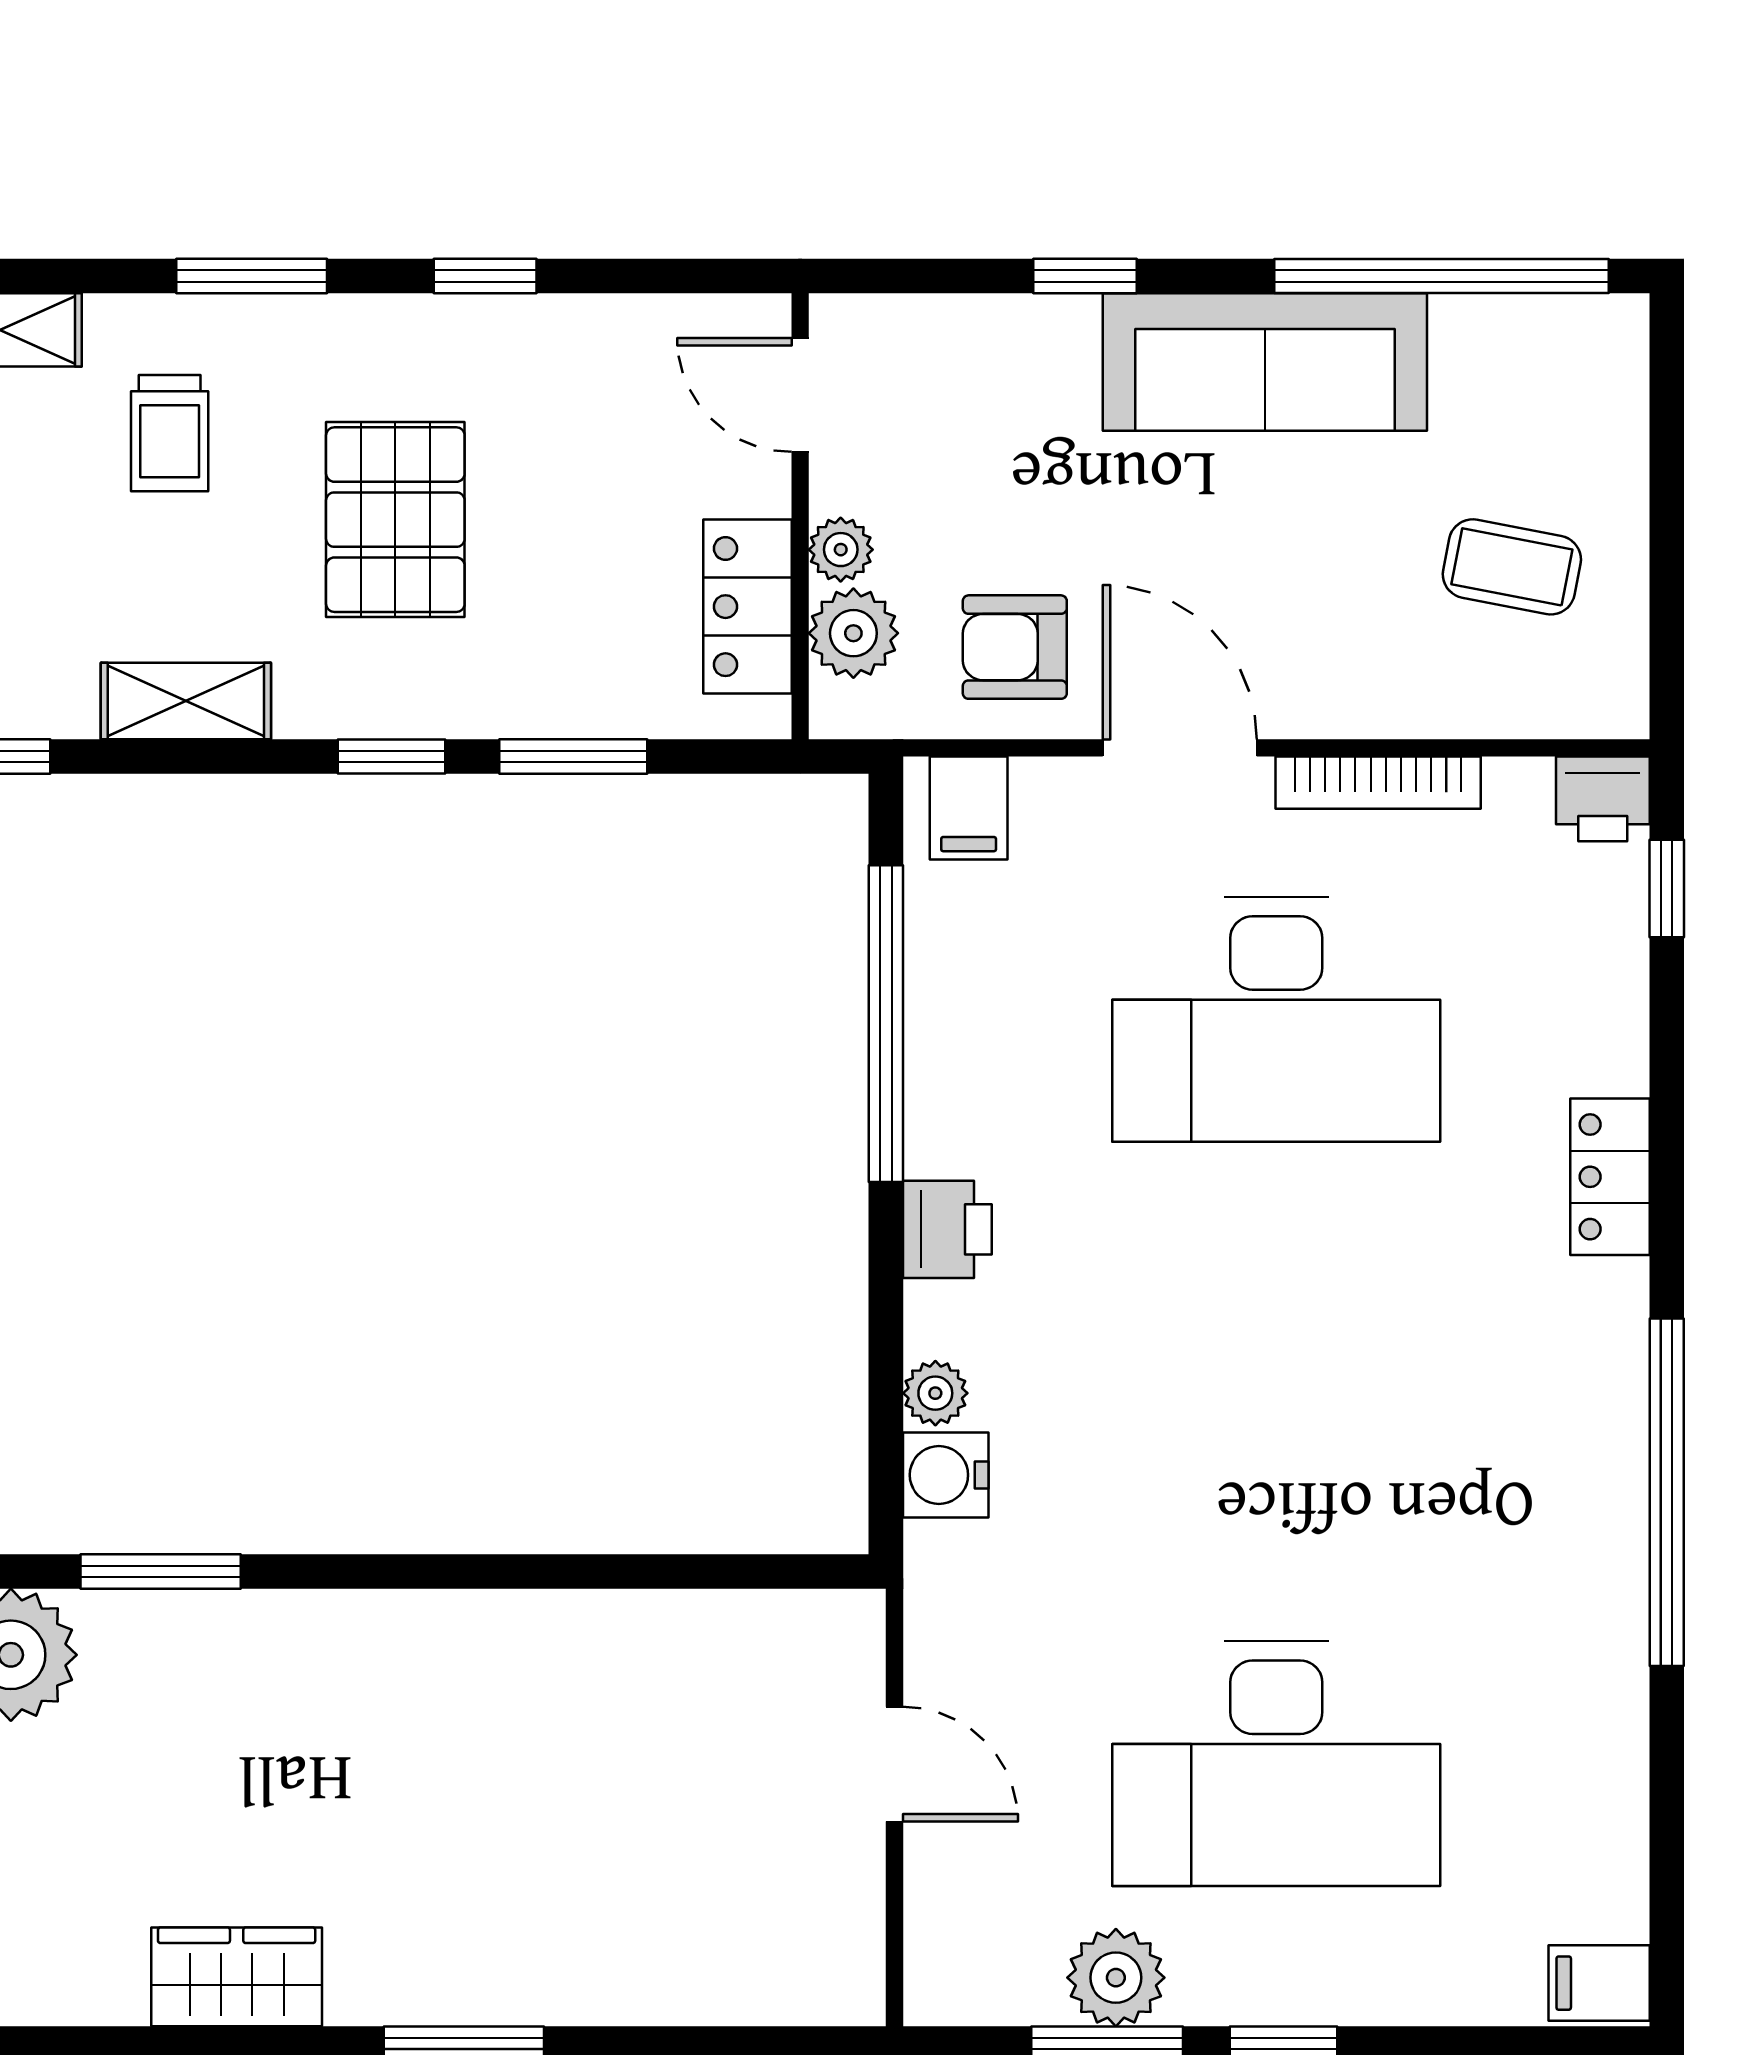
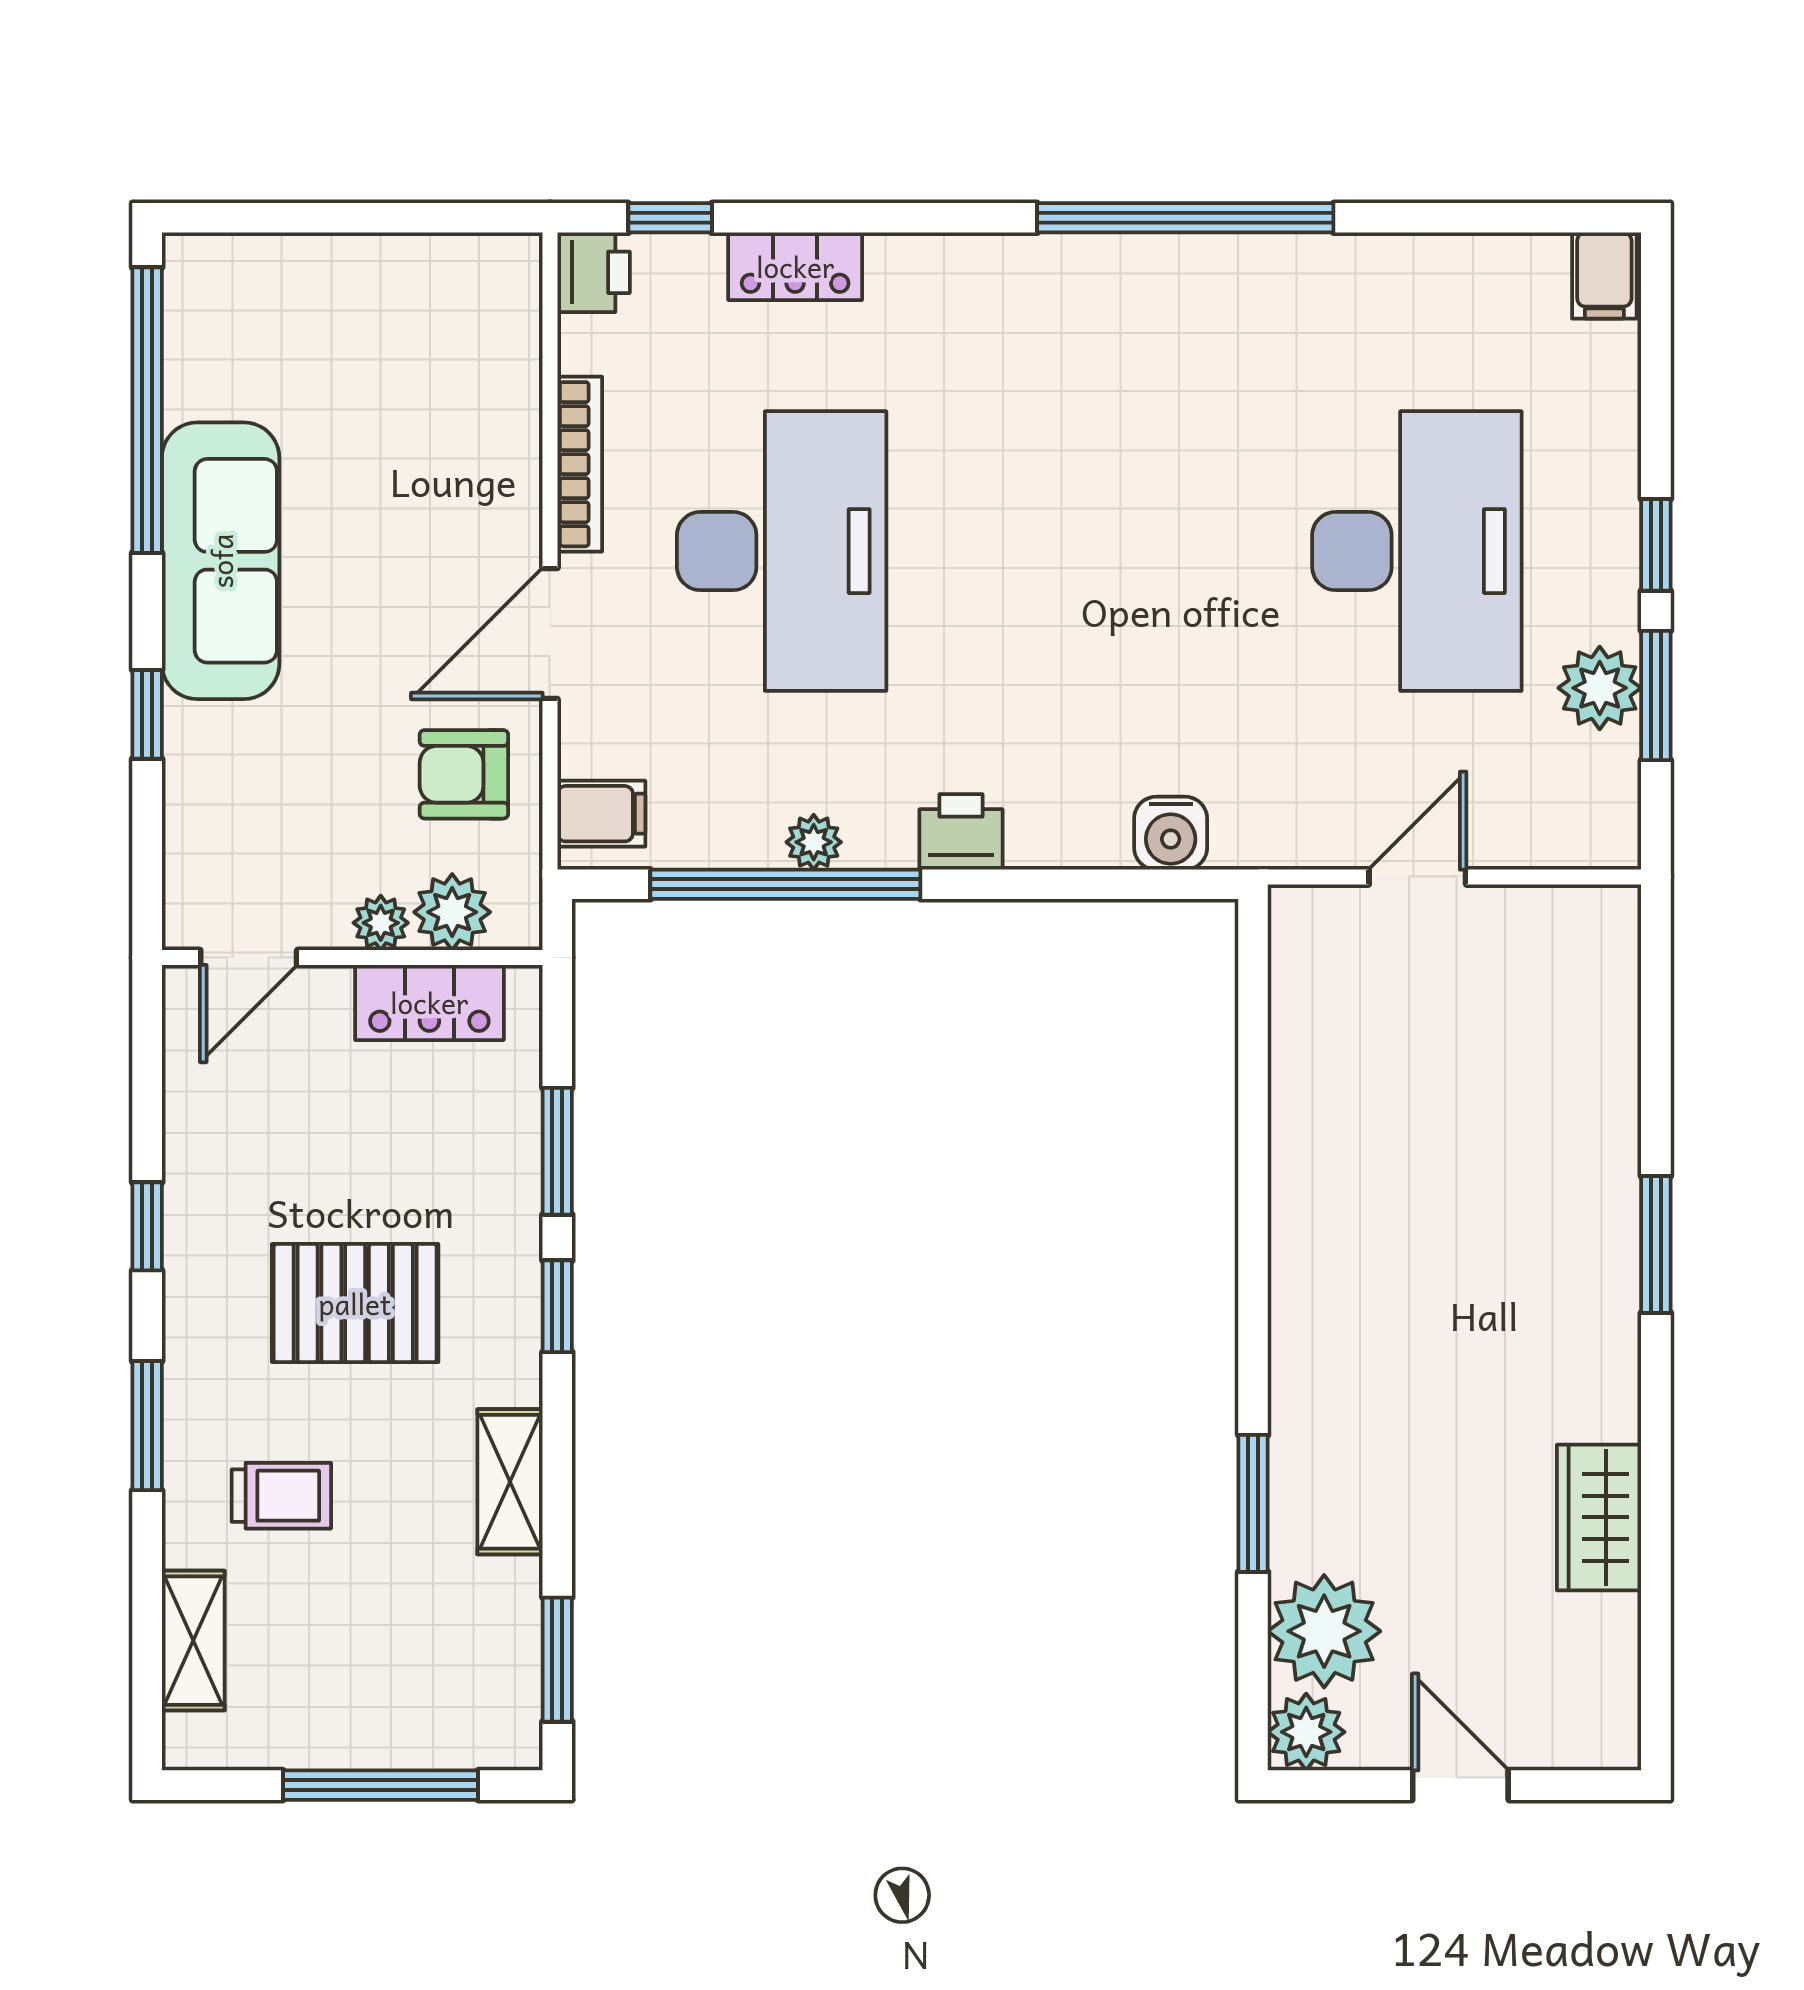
coffee table: (1512, 567) -> (395, 350), removed
armchair: (1015, 647) -> (464, 774), turned 90
locker: (1610, 1177) -> (795, 266), moved
plant: (935, 1393) -> (814, 842), moved
wardrobe: (237, 1977) -> (1599, 1517), moved

